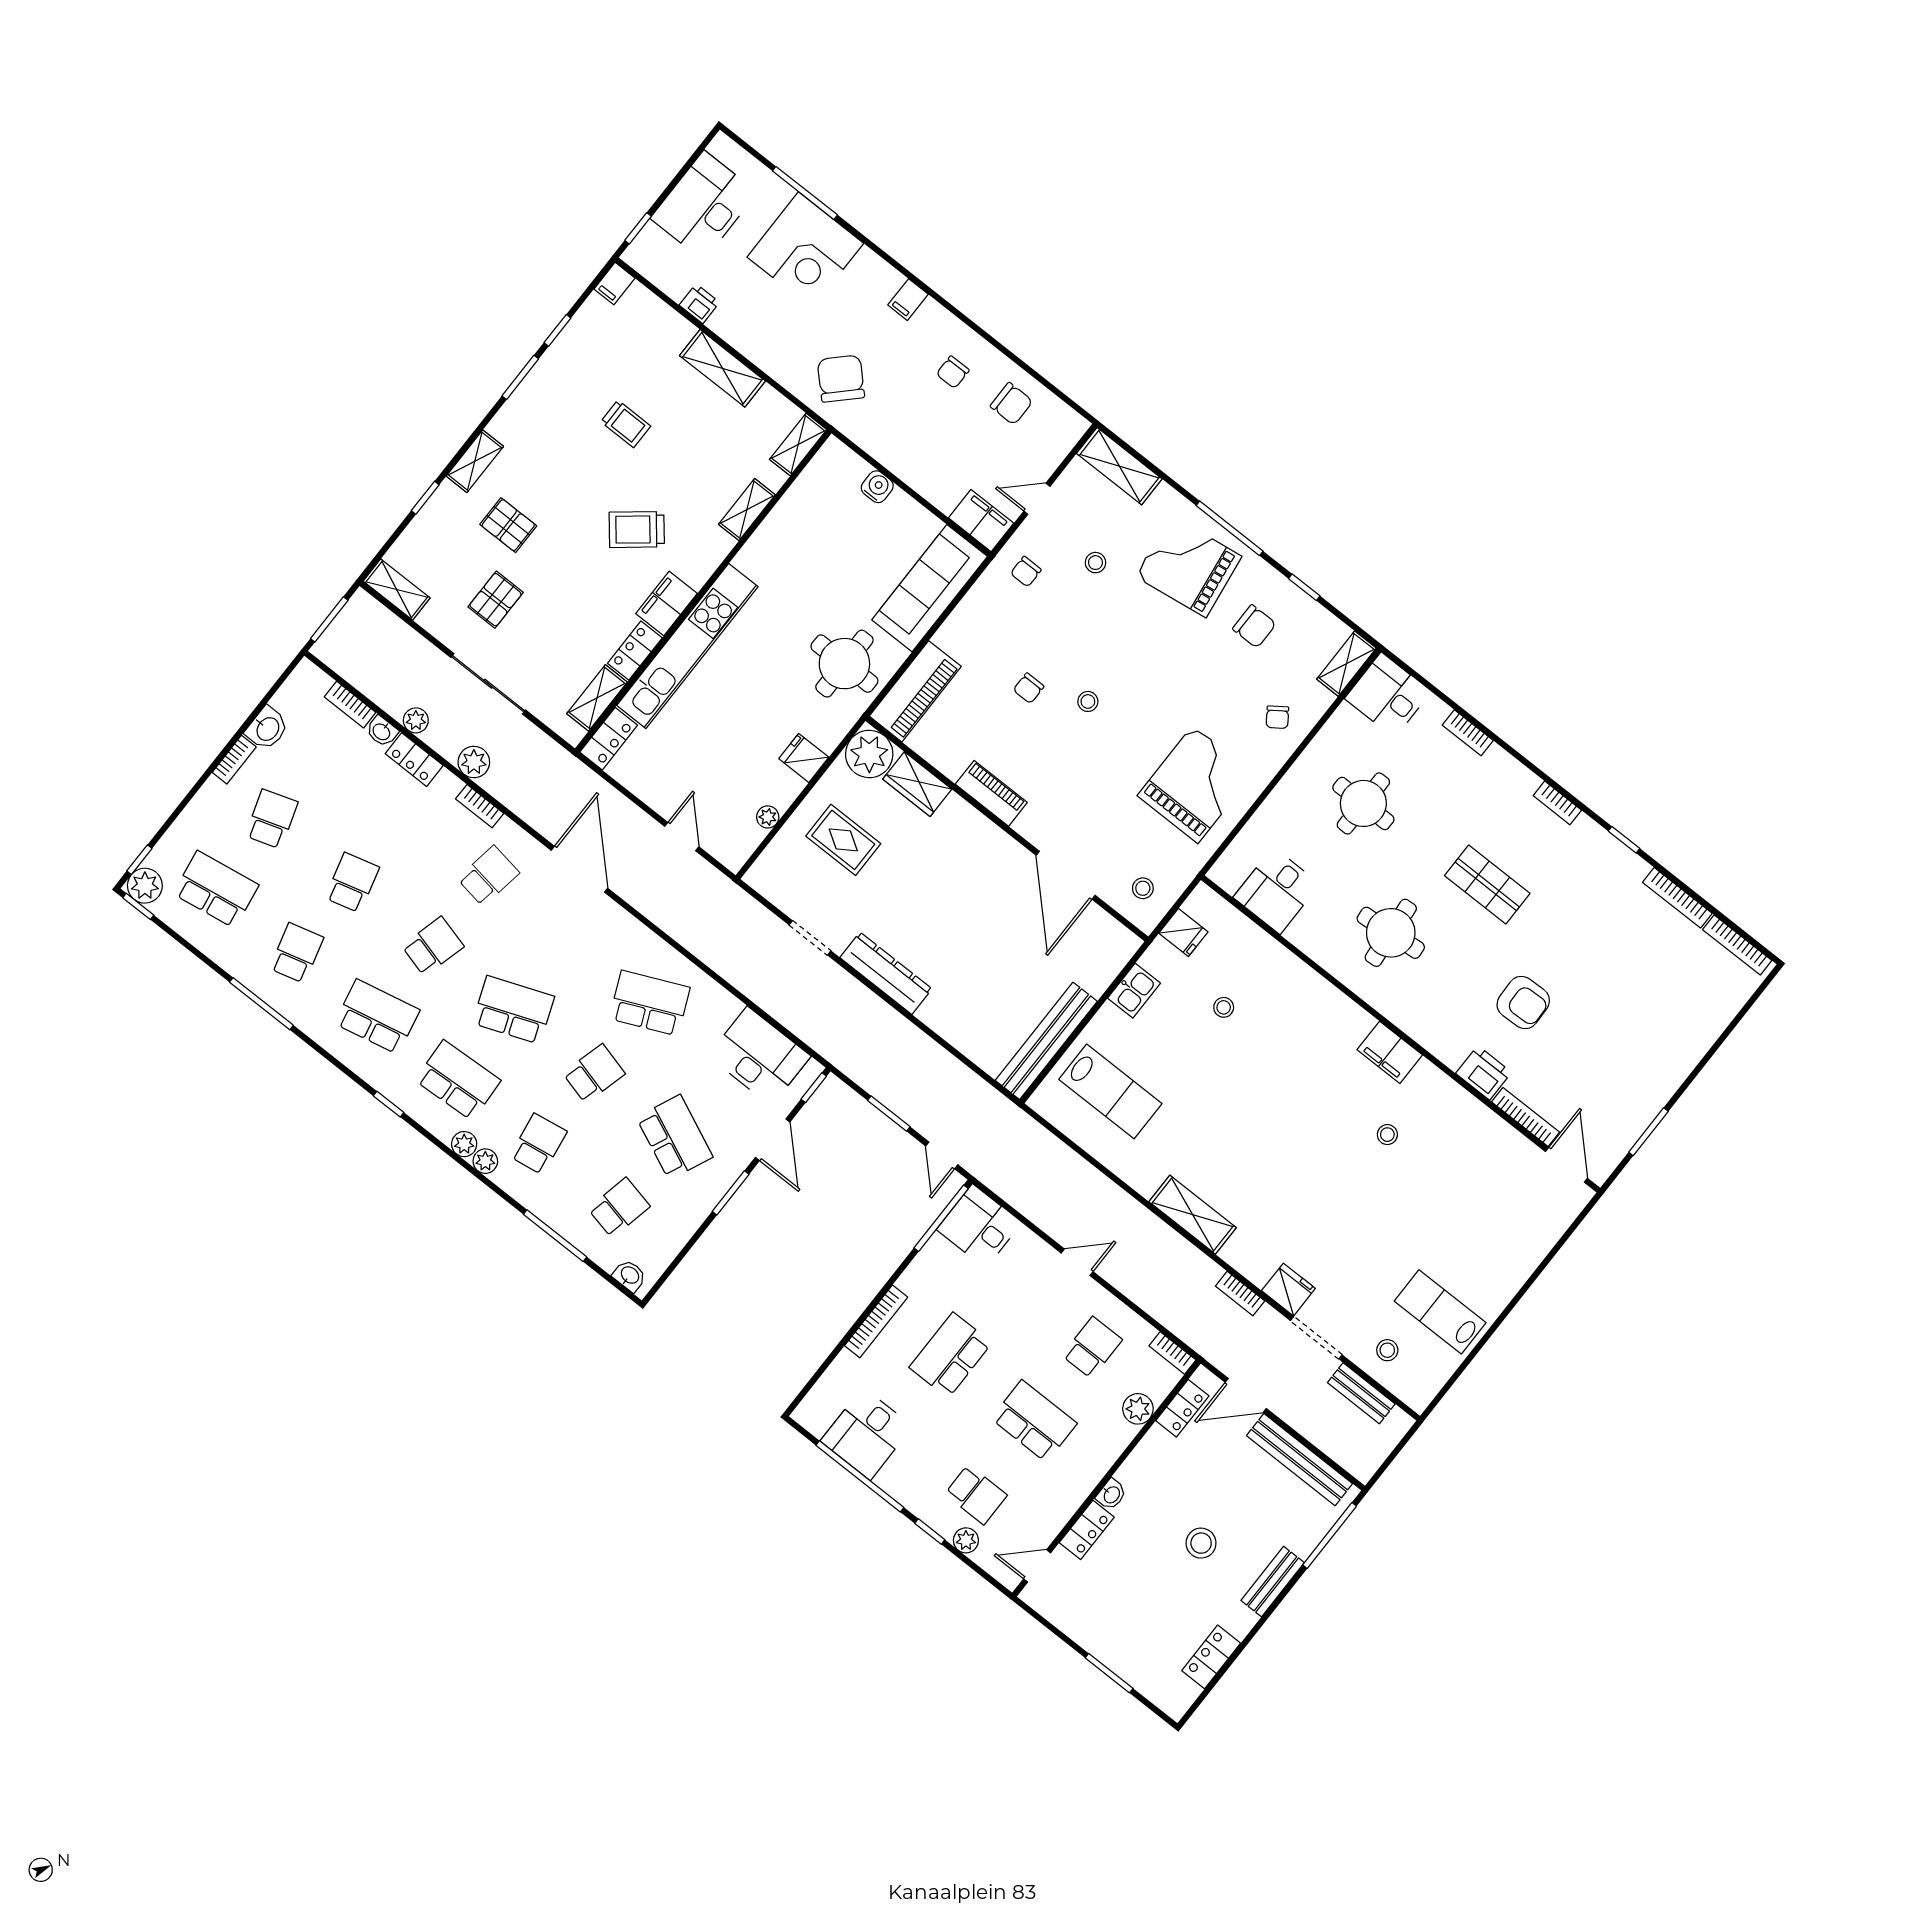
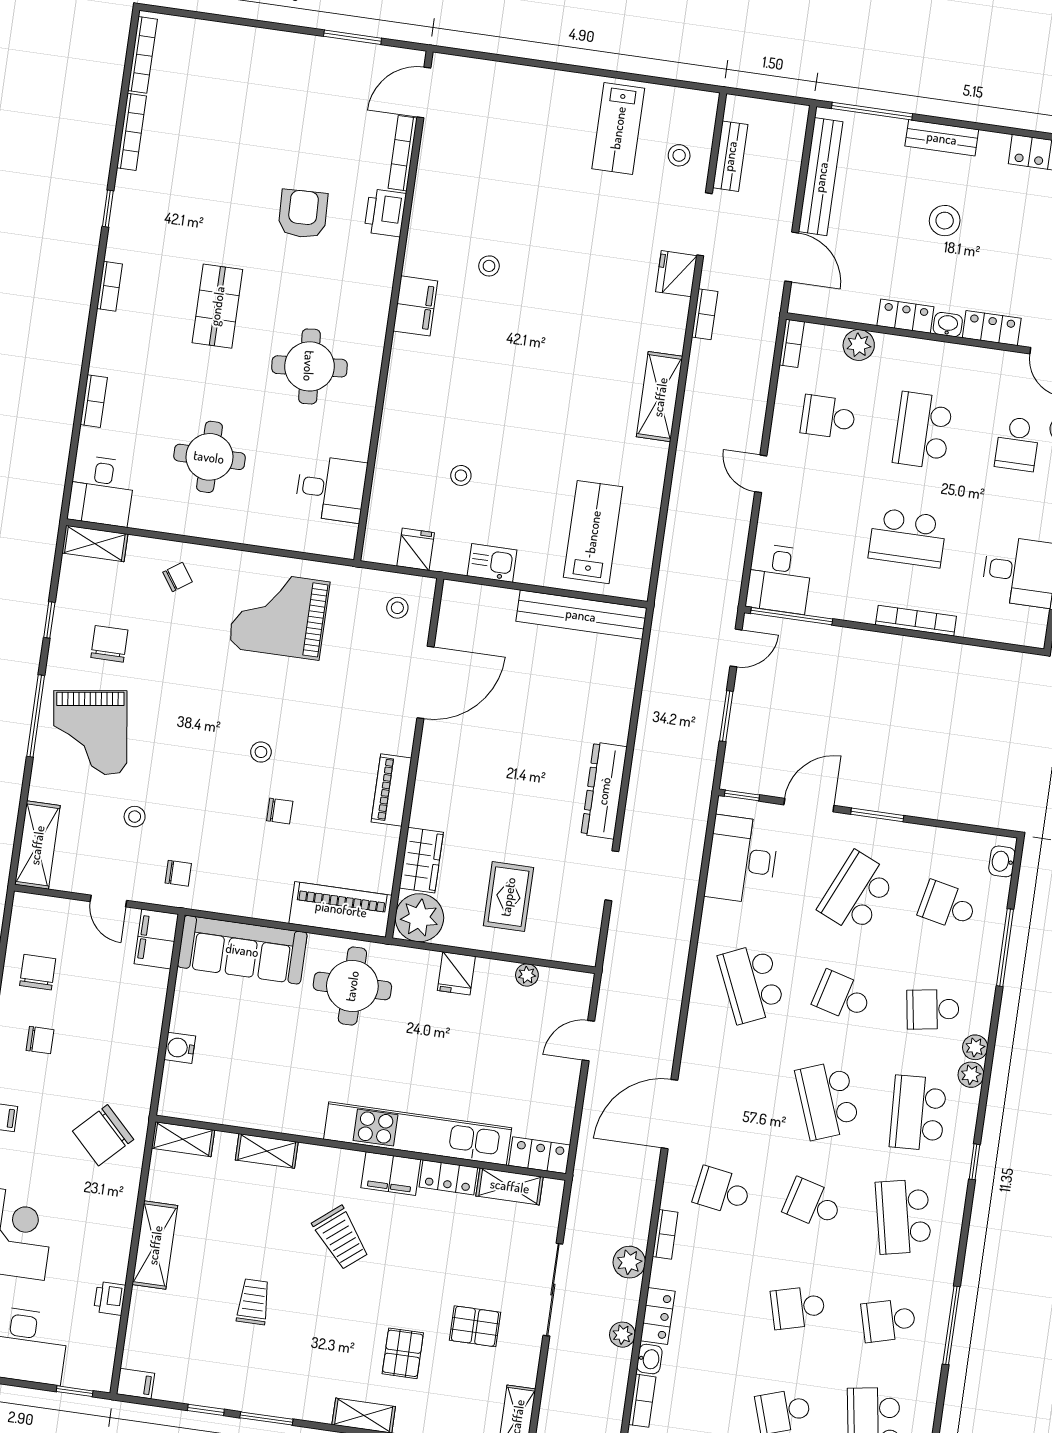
locker: (1182, 1408) -> (905, 316), moved
school desk: (976, 1495) -> (1017, 444), turned 180

